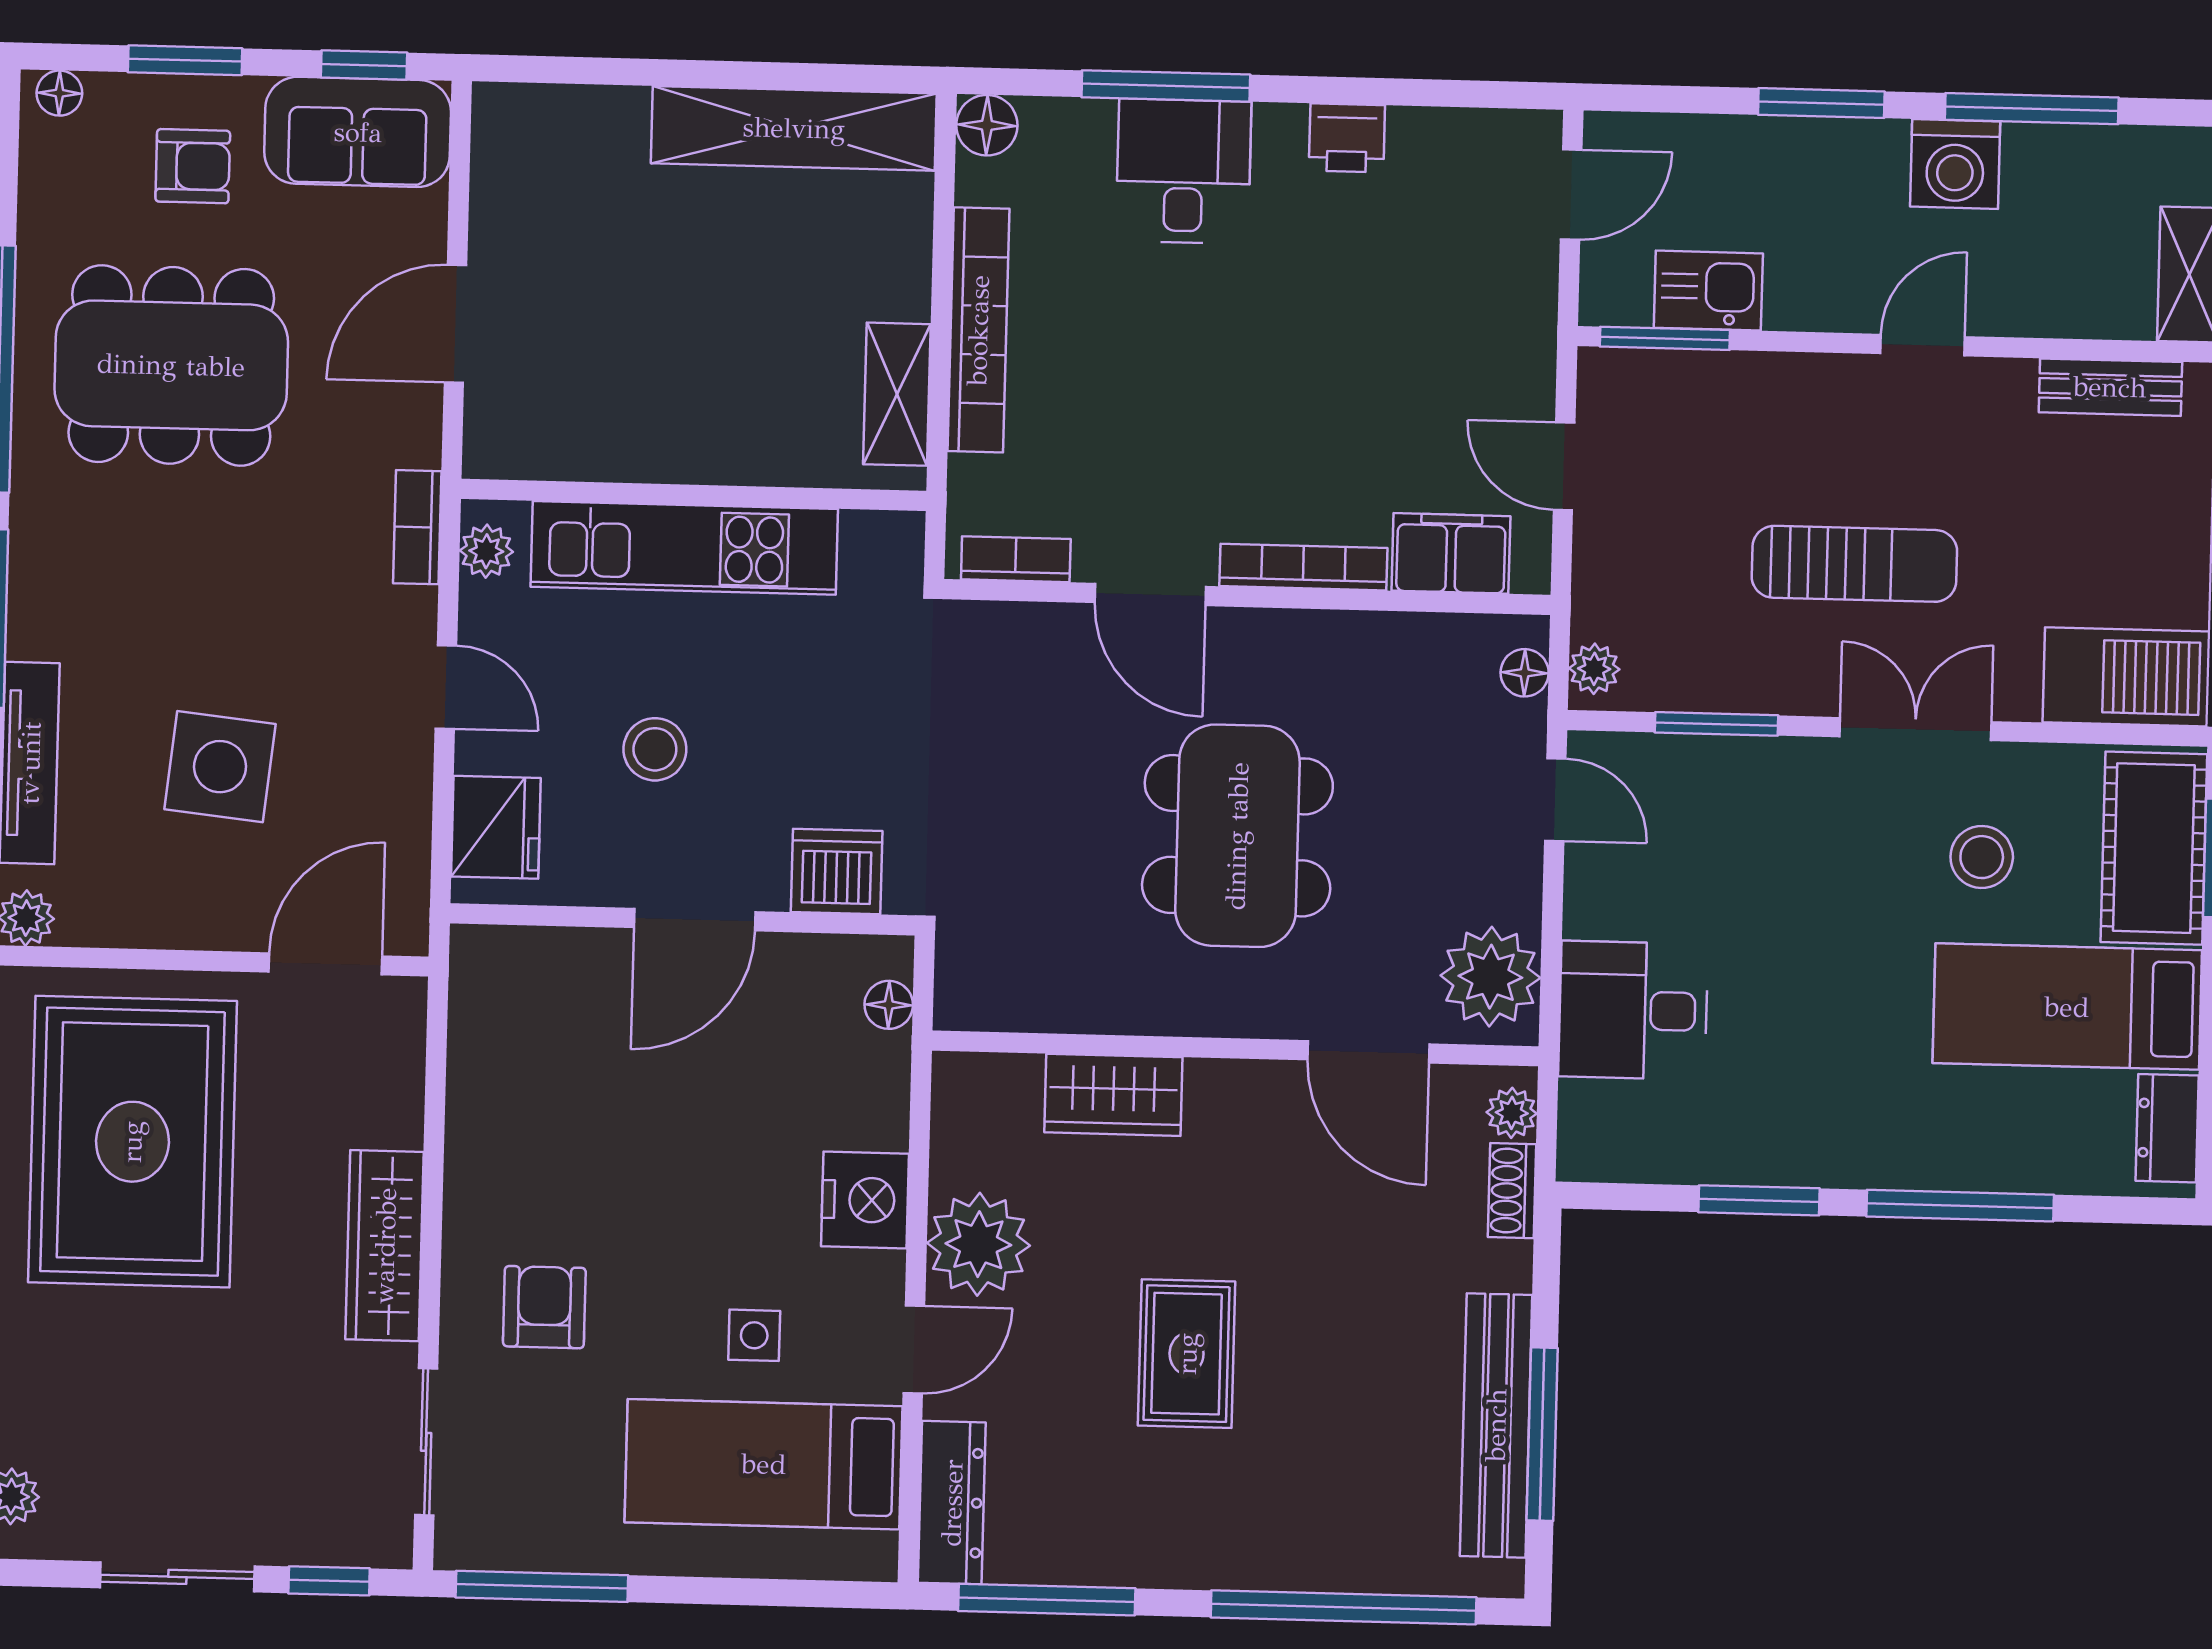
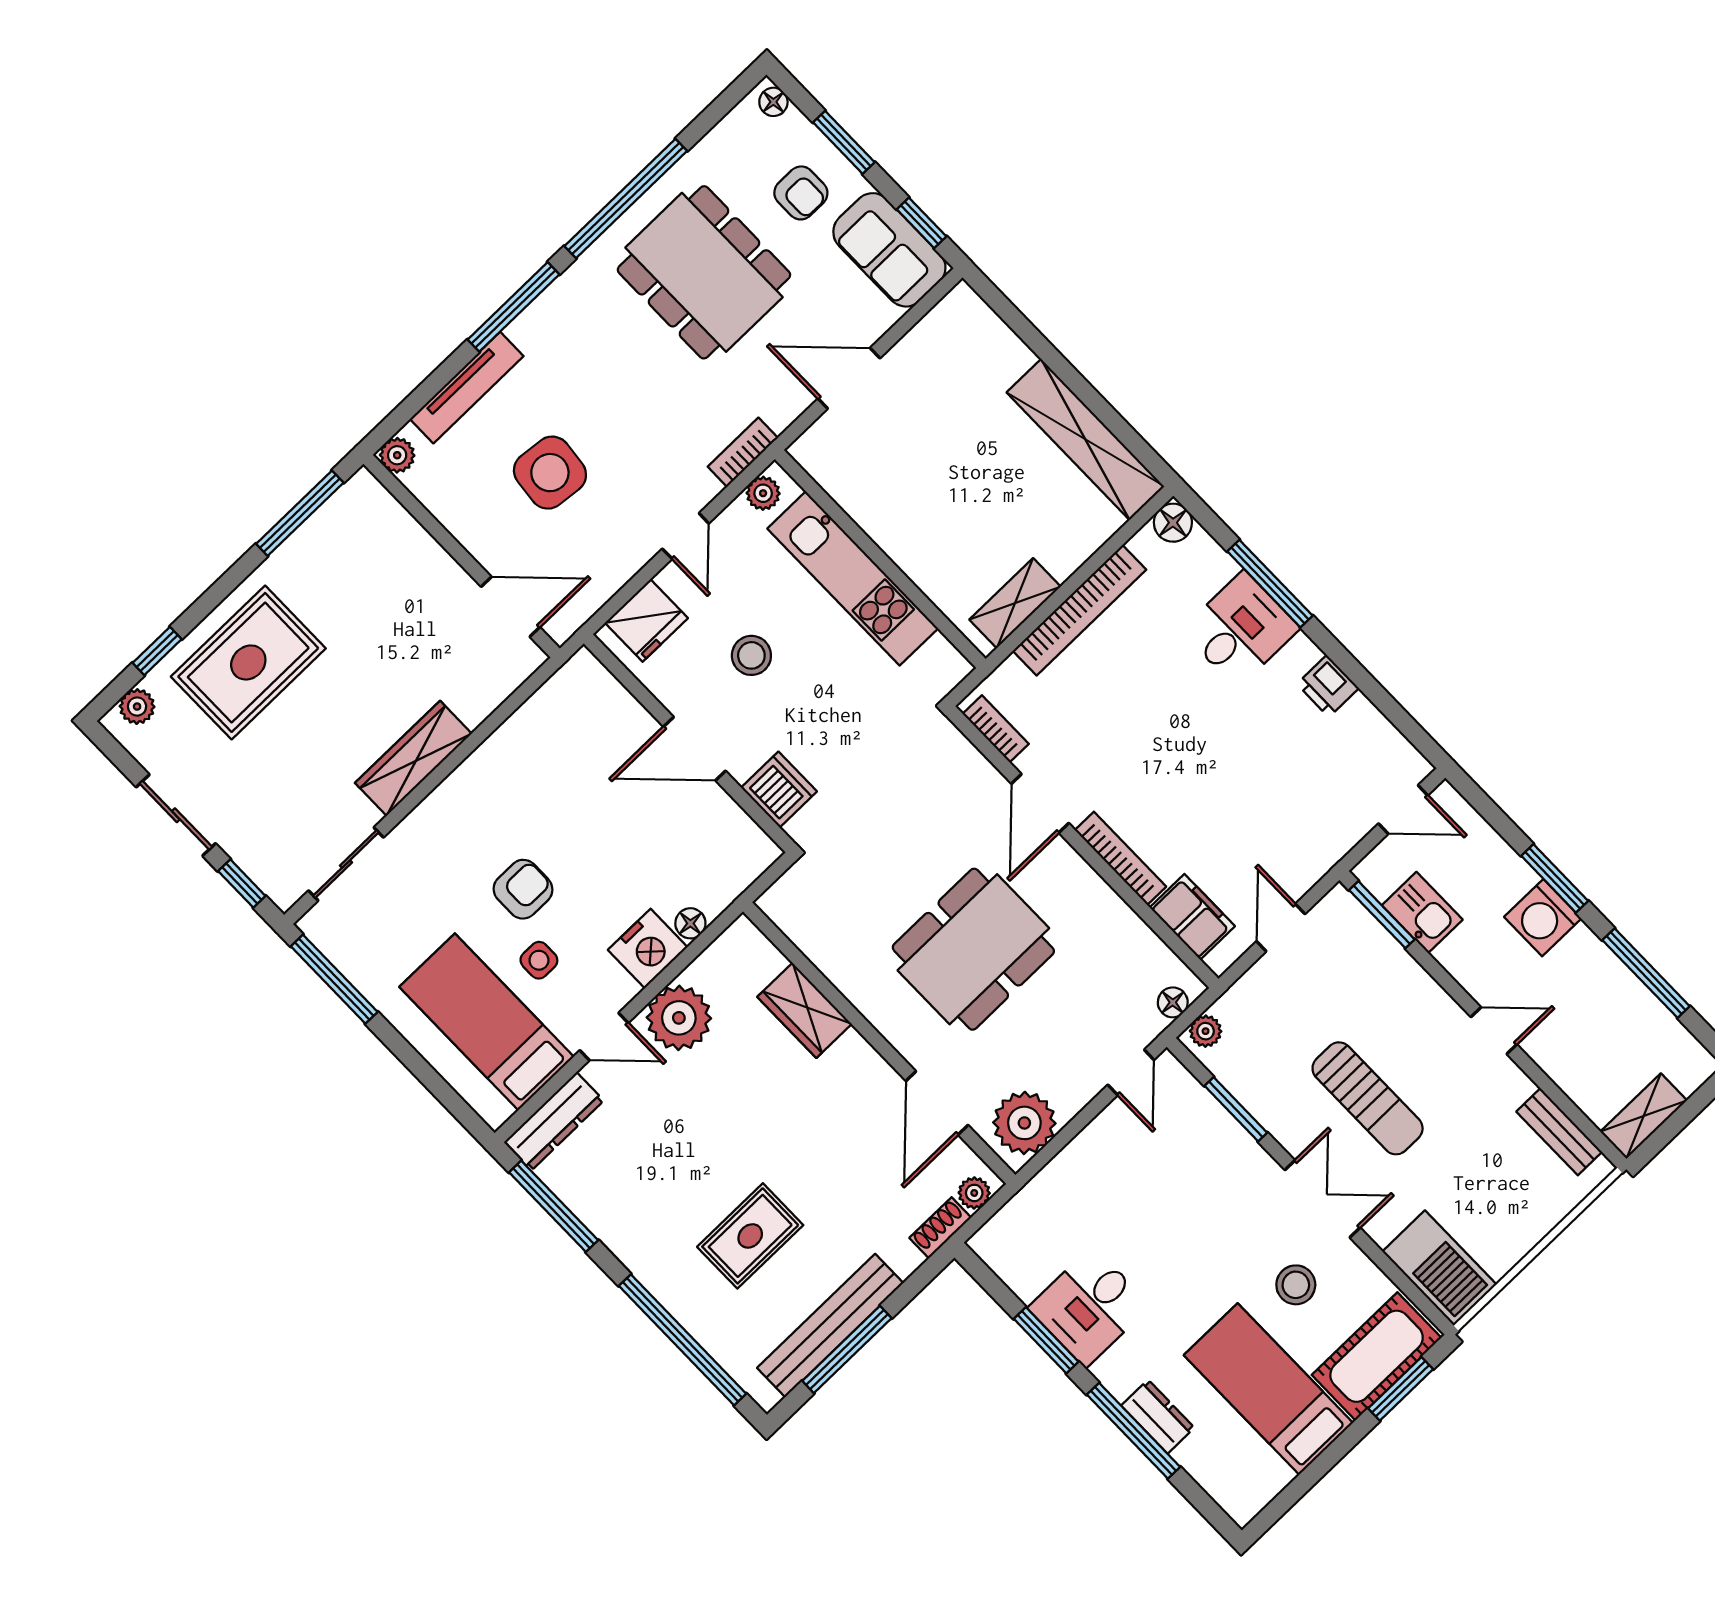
washing machine: (1955, 164) -> (1543, 918), moved
floor lamp: (889, 1005) -> (690, 923), moved
desk: (1633, 1010) -> (1089, 1307), moved, turned -90
dresser: (2167, 1128) -> (1158, 1417), moved, turned 90
rug: (132, 1142) -> (248, 662), moved, width x0.73, depth x0.69
armchair: (544, 1307) -> (523, 889), moved
rug: (1187, 1354) -> (750, 1236), moved

